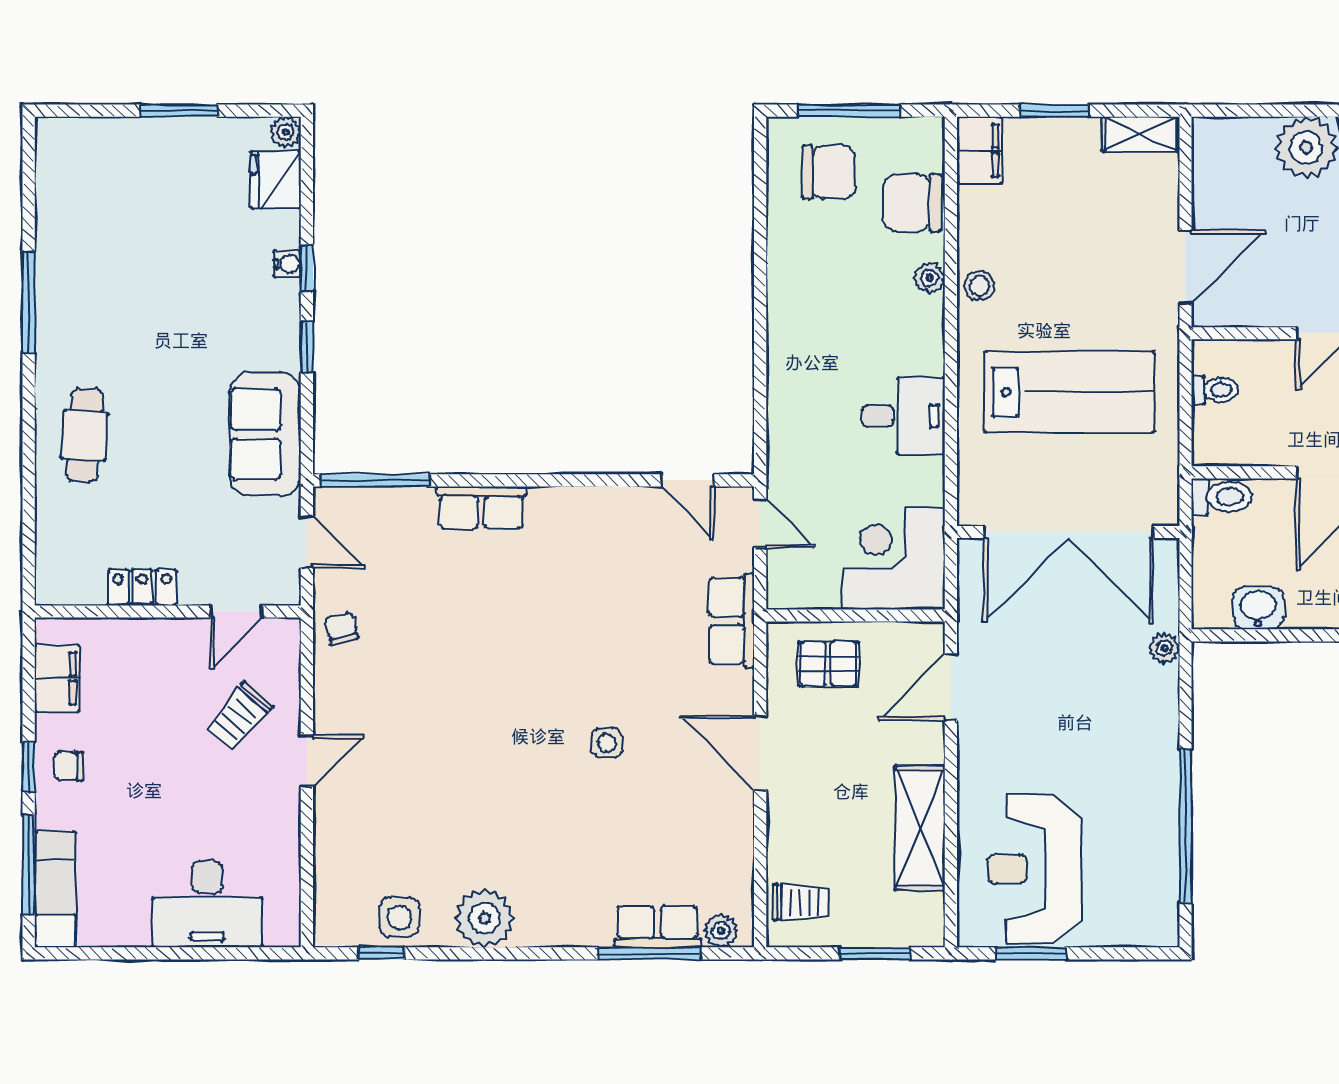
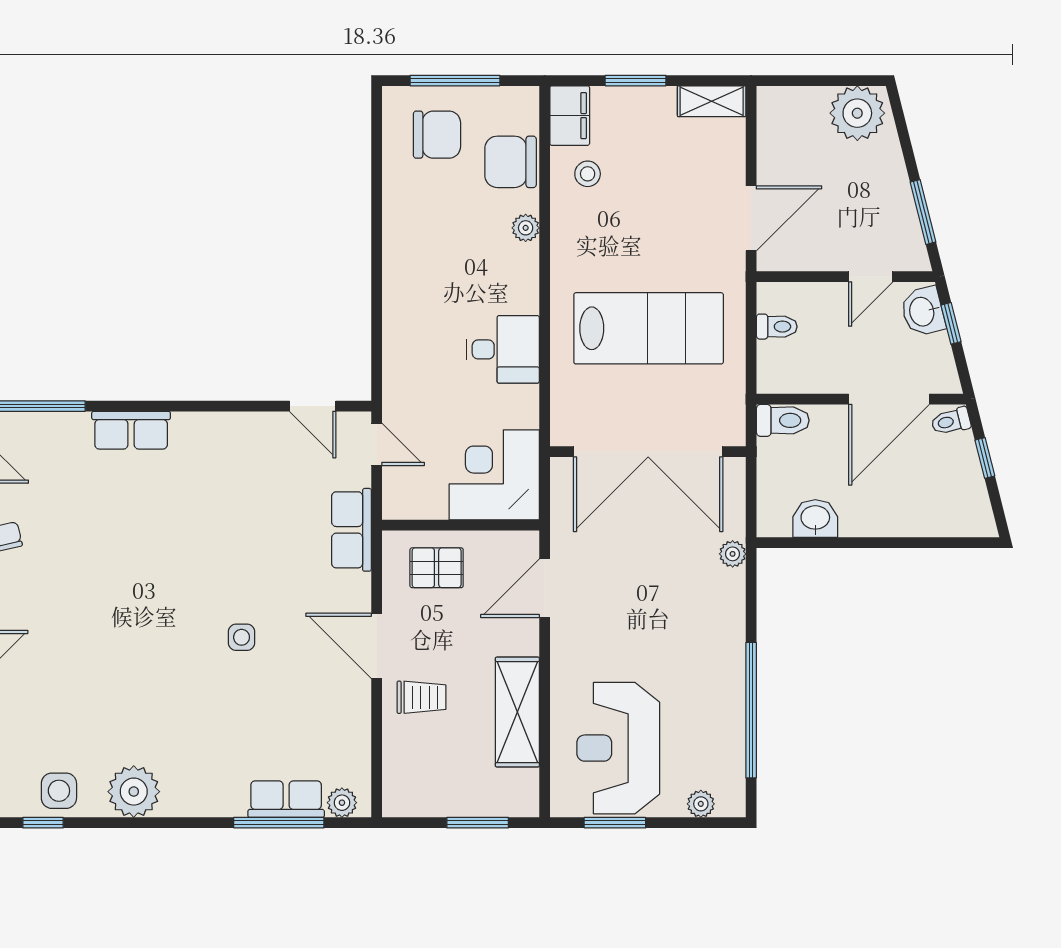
stool: (979, 286) -> (588, 174), moved
trolley: (801, 902) -> (422, 697), moved
plant: (1128, 932) -> (701, 804), added

